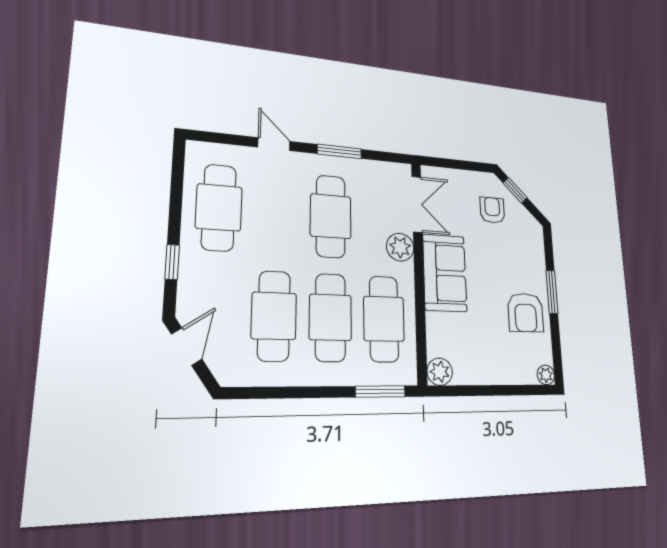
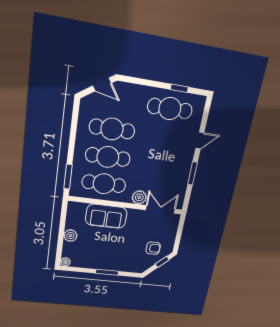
double door: (417, 204) -> (160, 209), swing flipped
cafe table: (331, 216) -> (159, 164), removed
window: (172, 262) -> (179, 88), moved
sofa: (445, 273) -> (106, 216), moved
armchair: (526, 313) -> (98, 257), removed
plant: (440, 372) -> (70, 236), moved

